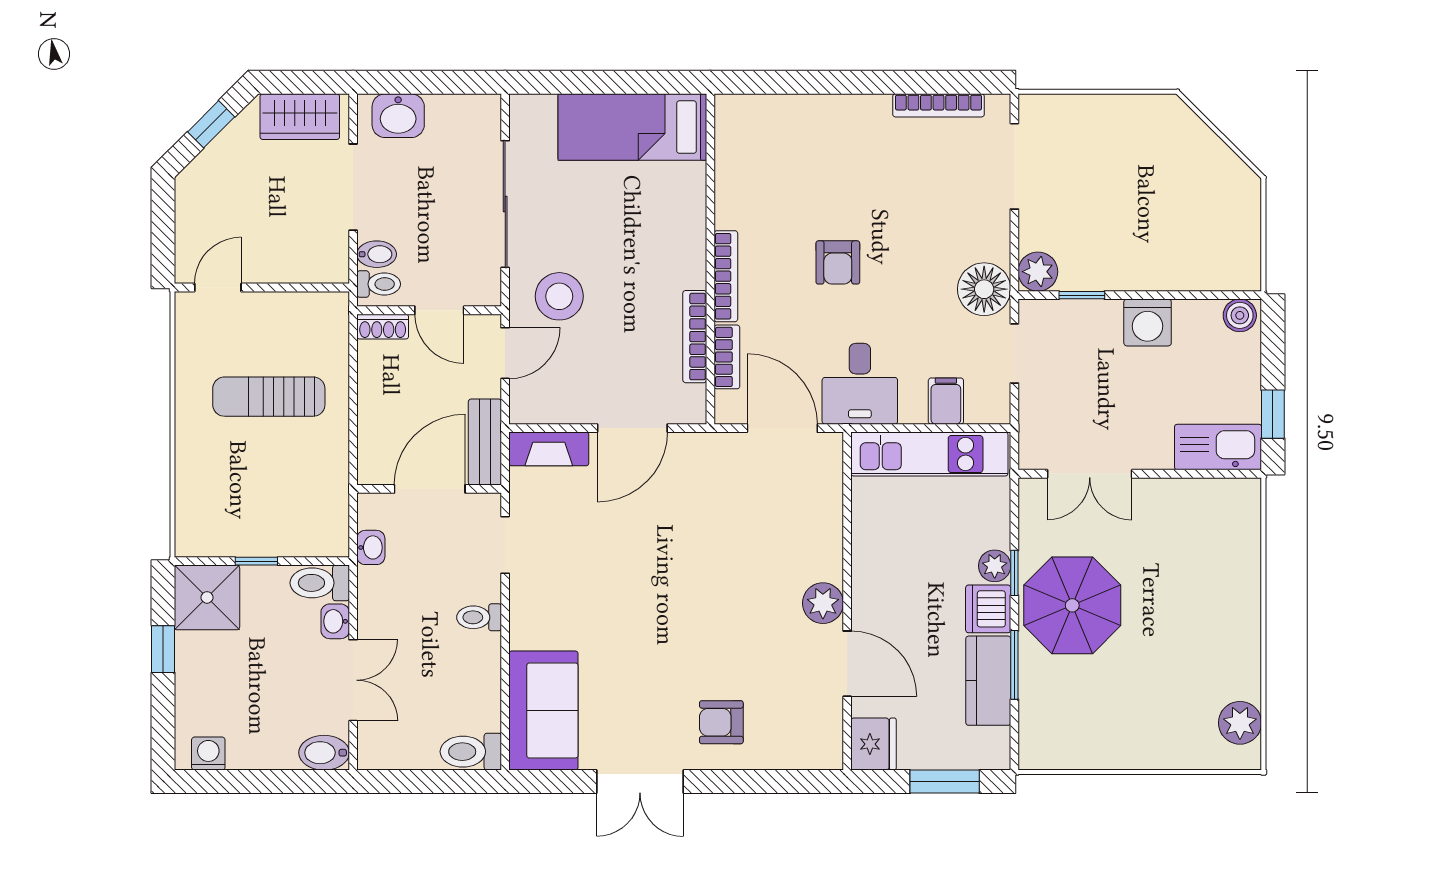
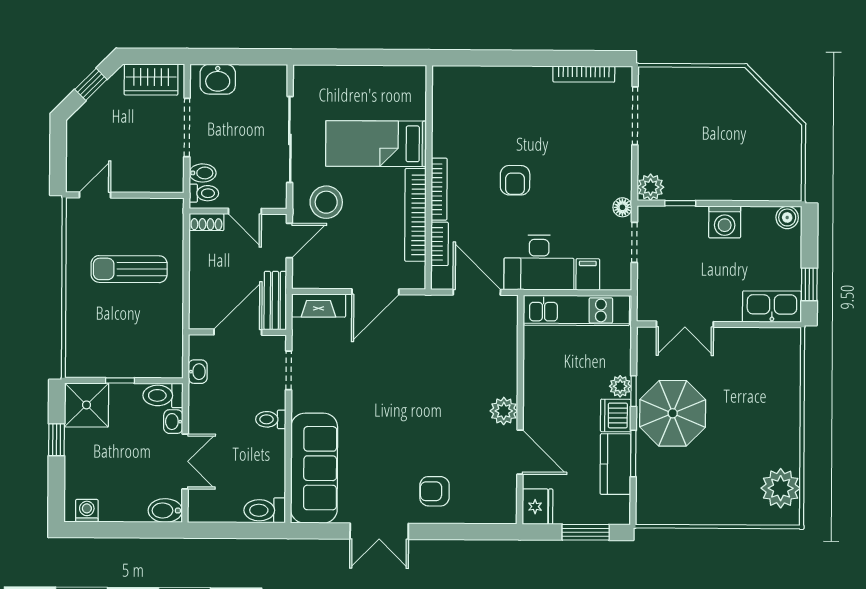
bed: (632, 127) -> (376, 144), moved
floor lamp: (984, 289) -> (622, 207), width x0.53, depth x0.53
bookcase: (695, 337) -> (415, 215), width x1.48, depth x1.31
desk: (860, 384) -> (539, 263), width x1.37
sofa: (543, 711) -> (314, 468), width x1.36
plant: (1240, 723) -> (781, 488), width x1.36, depth x1.36

